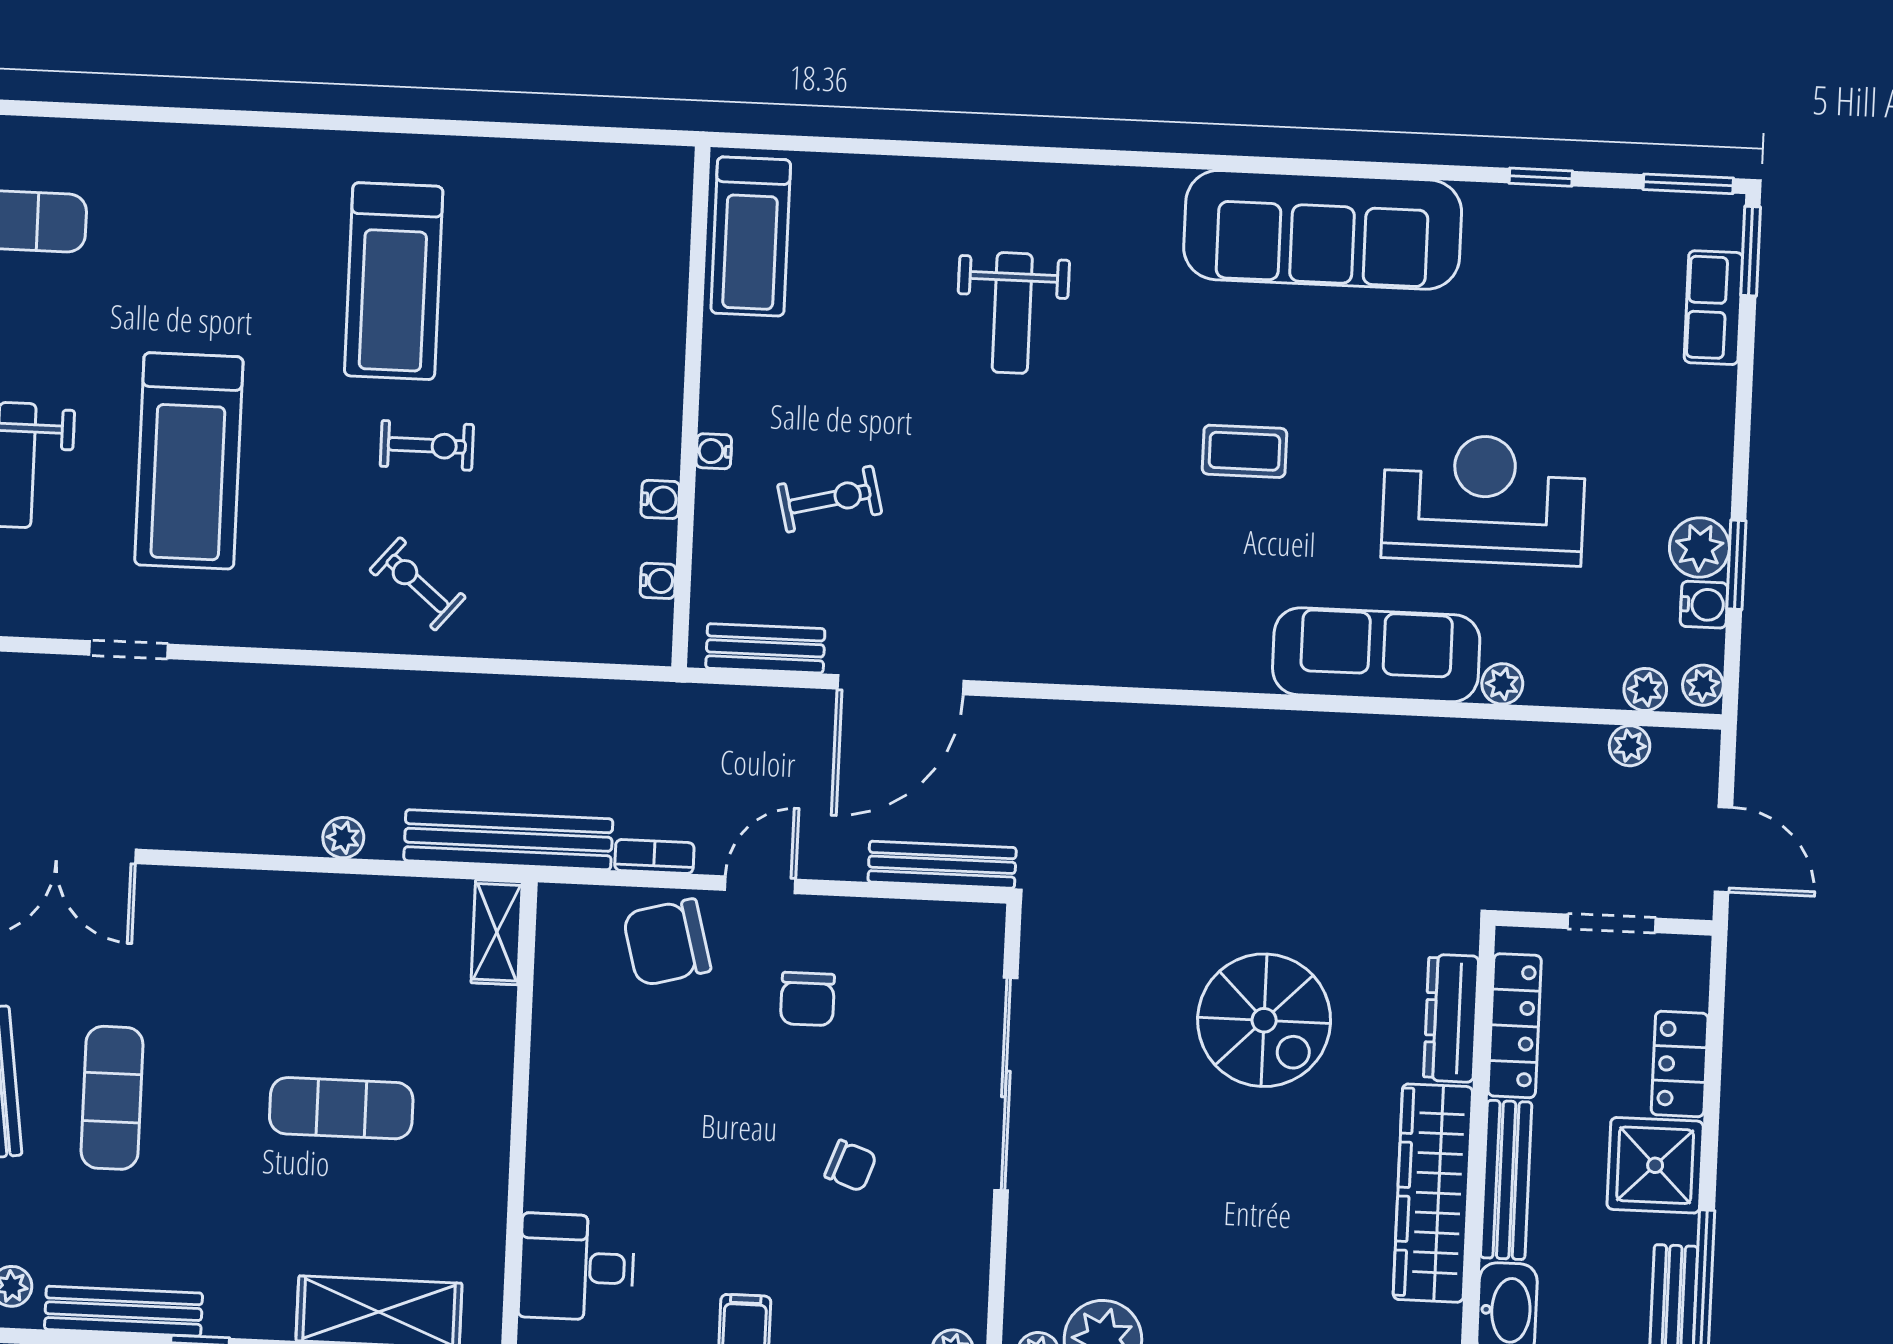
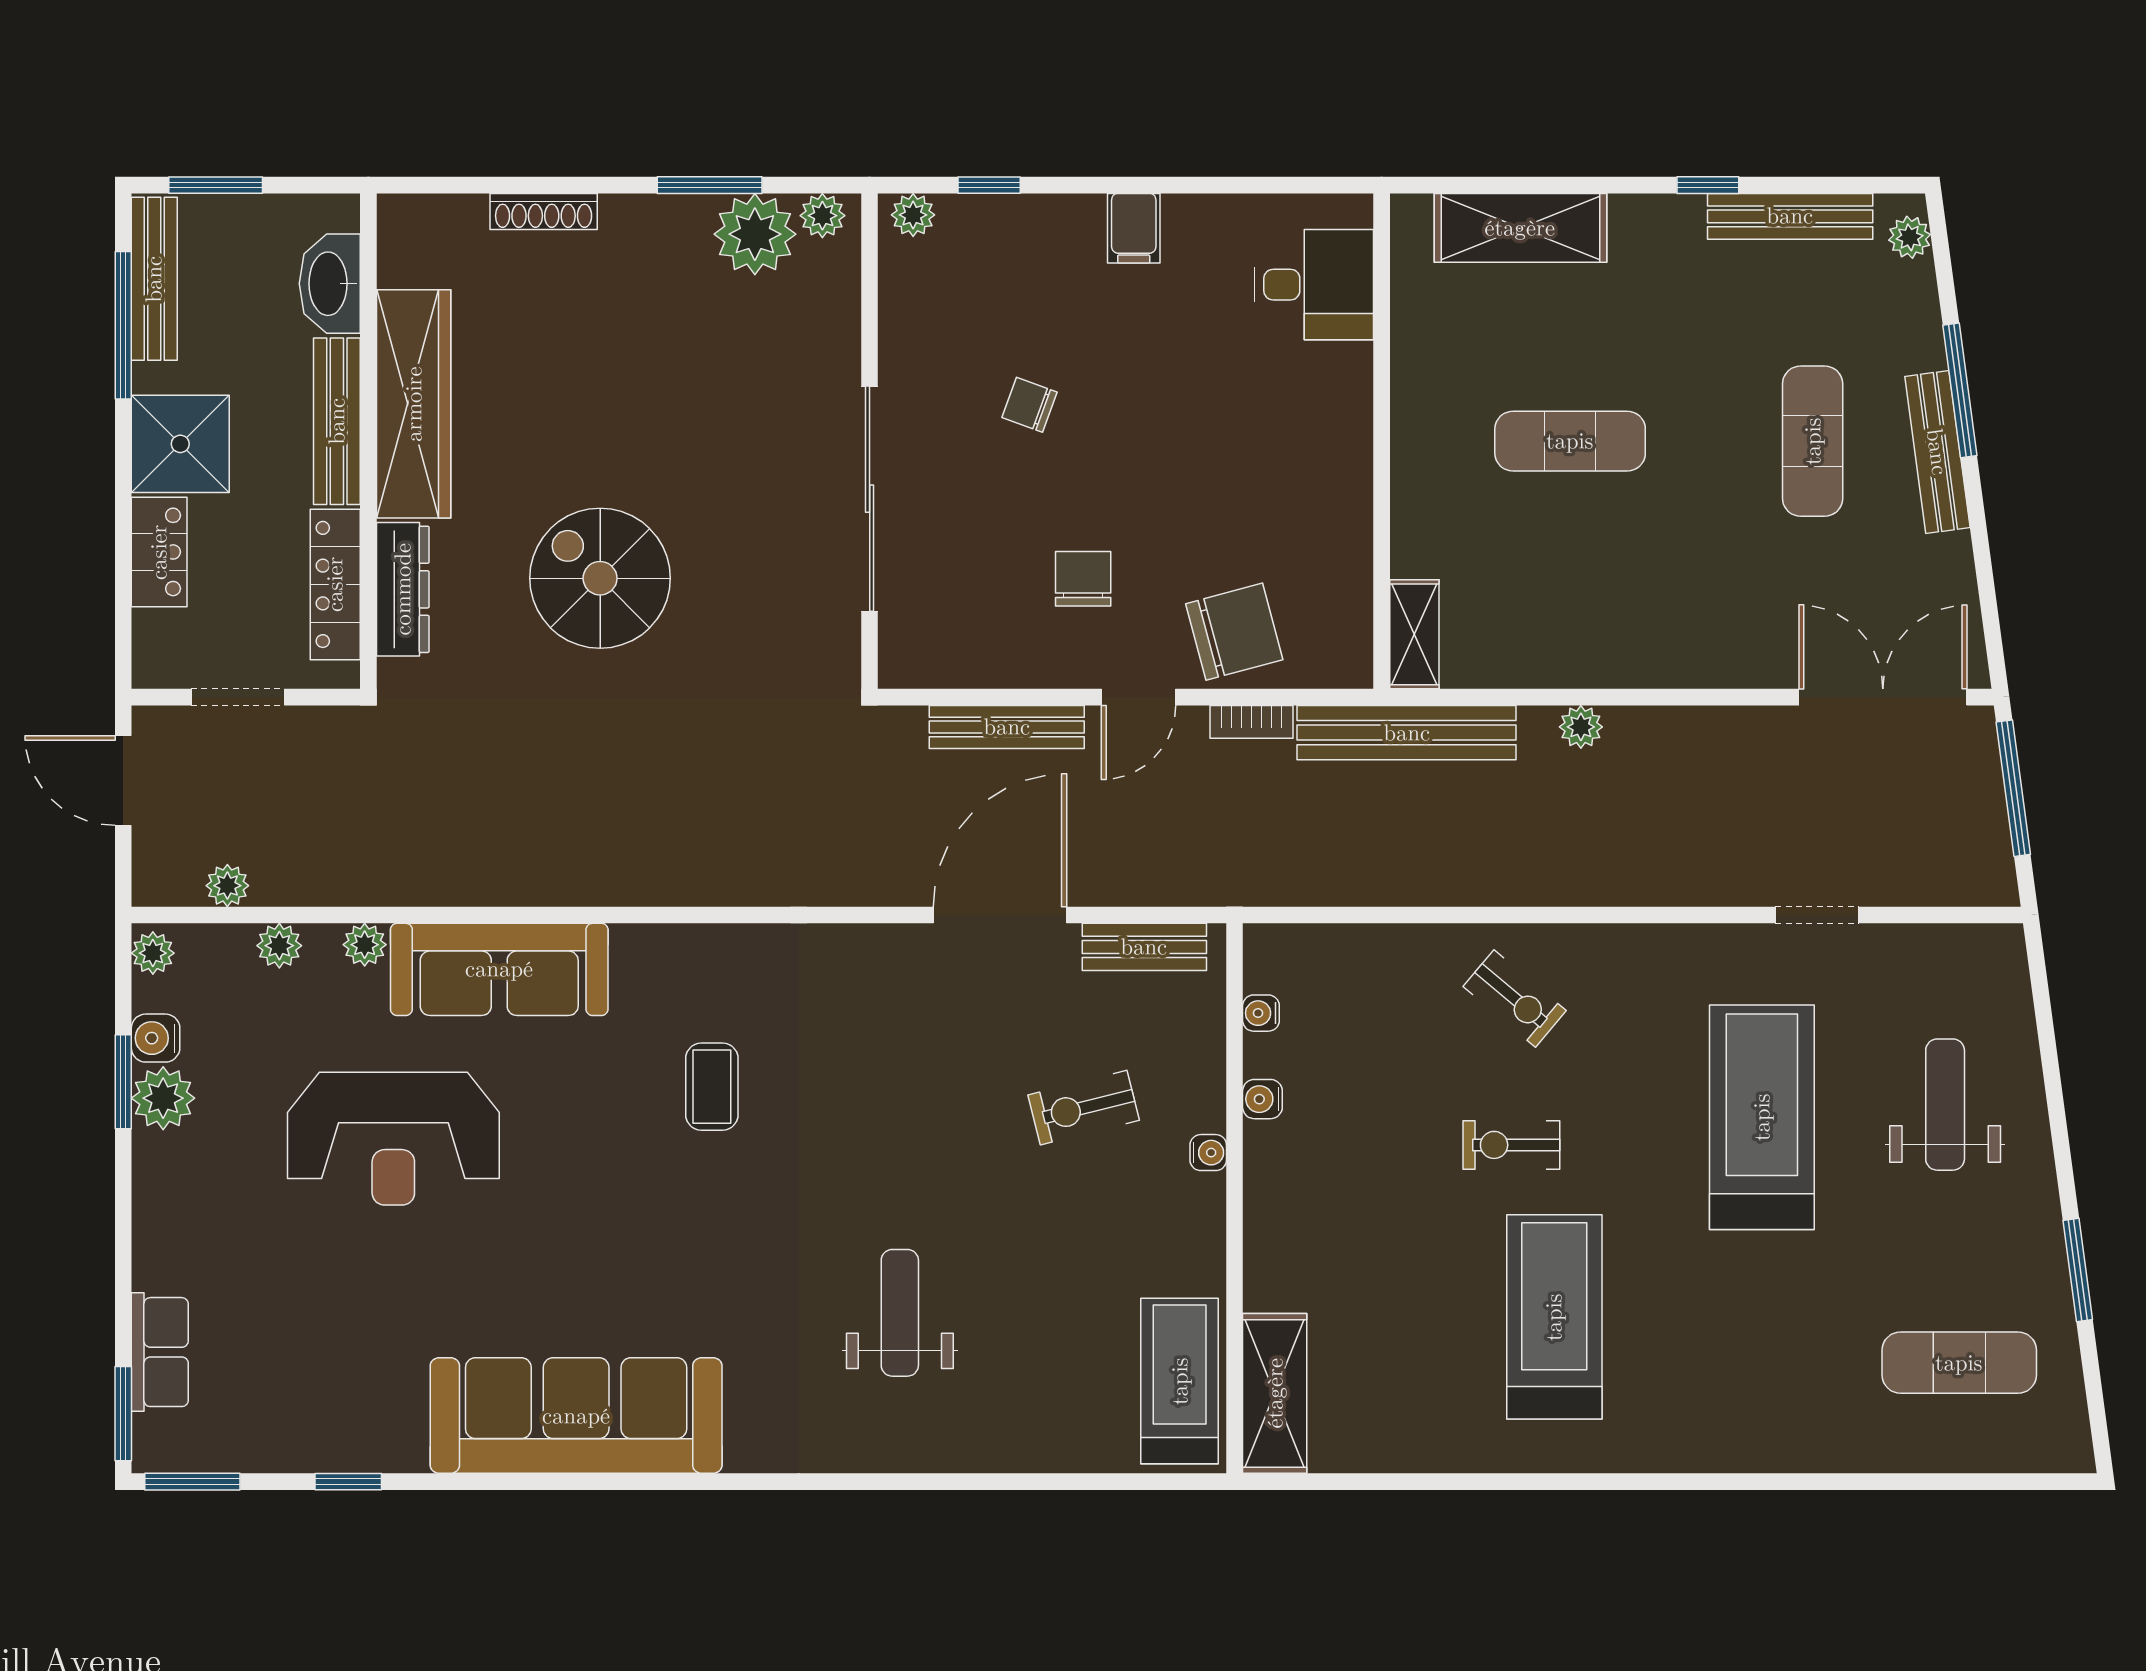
shelving: (661, 221) -> (1275, 1393), added
coffee table: (1244, 451) -> (712, 1087), moved, turned 90
plant: (1645, 690) -> (279, 946), moved
bench: (942, 865) -> (1007, 727), moved

